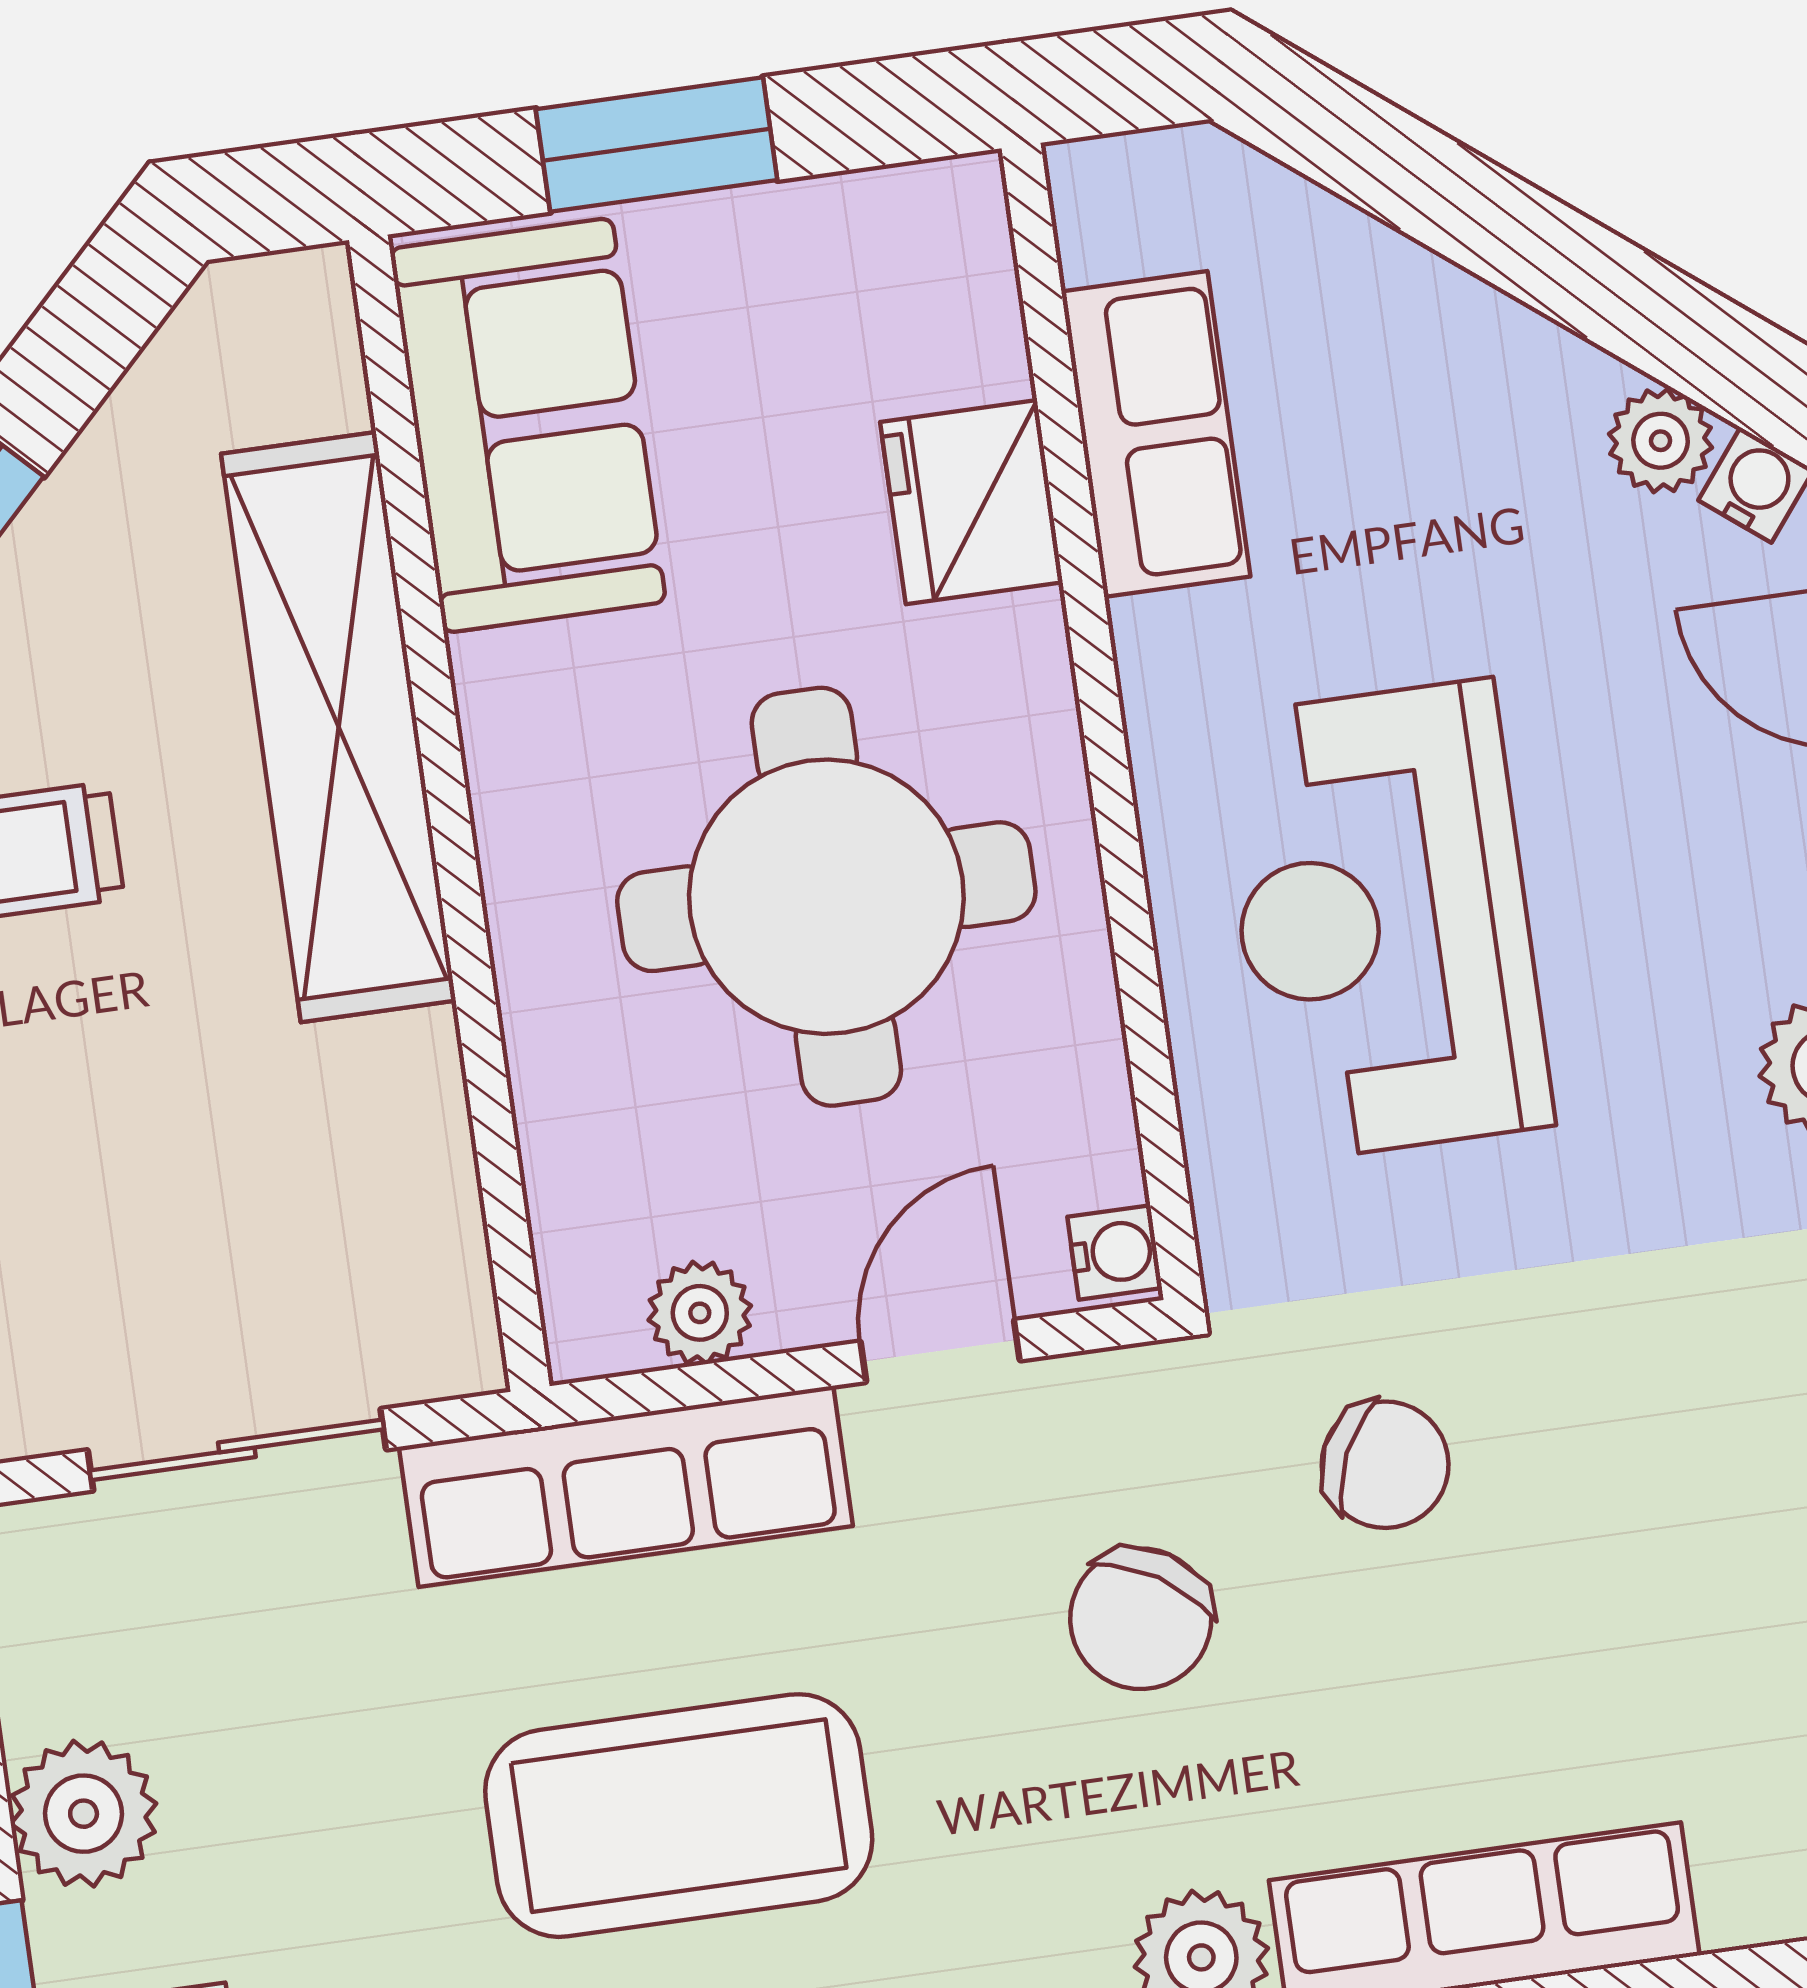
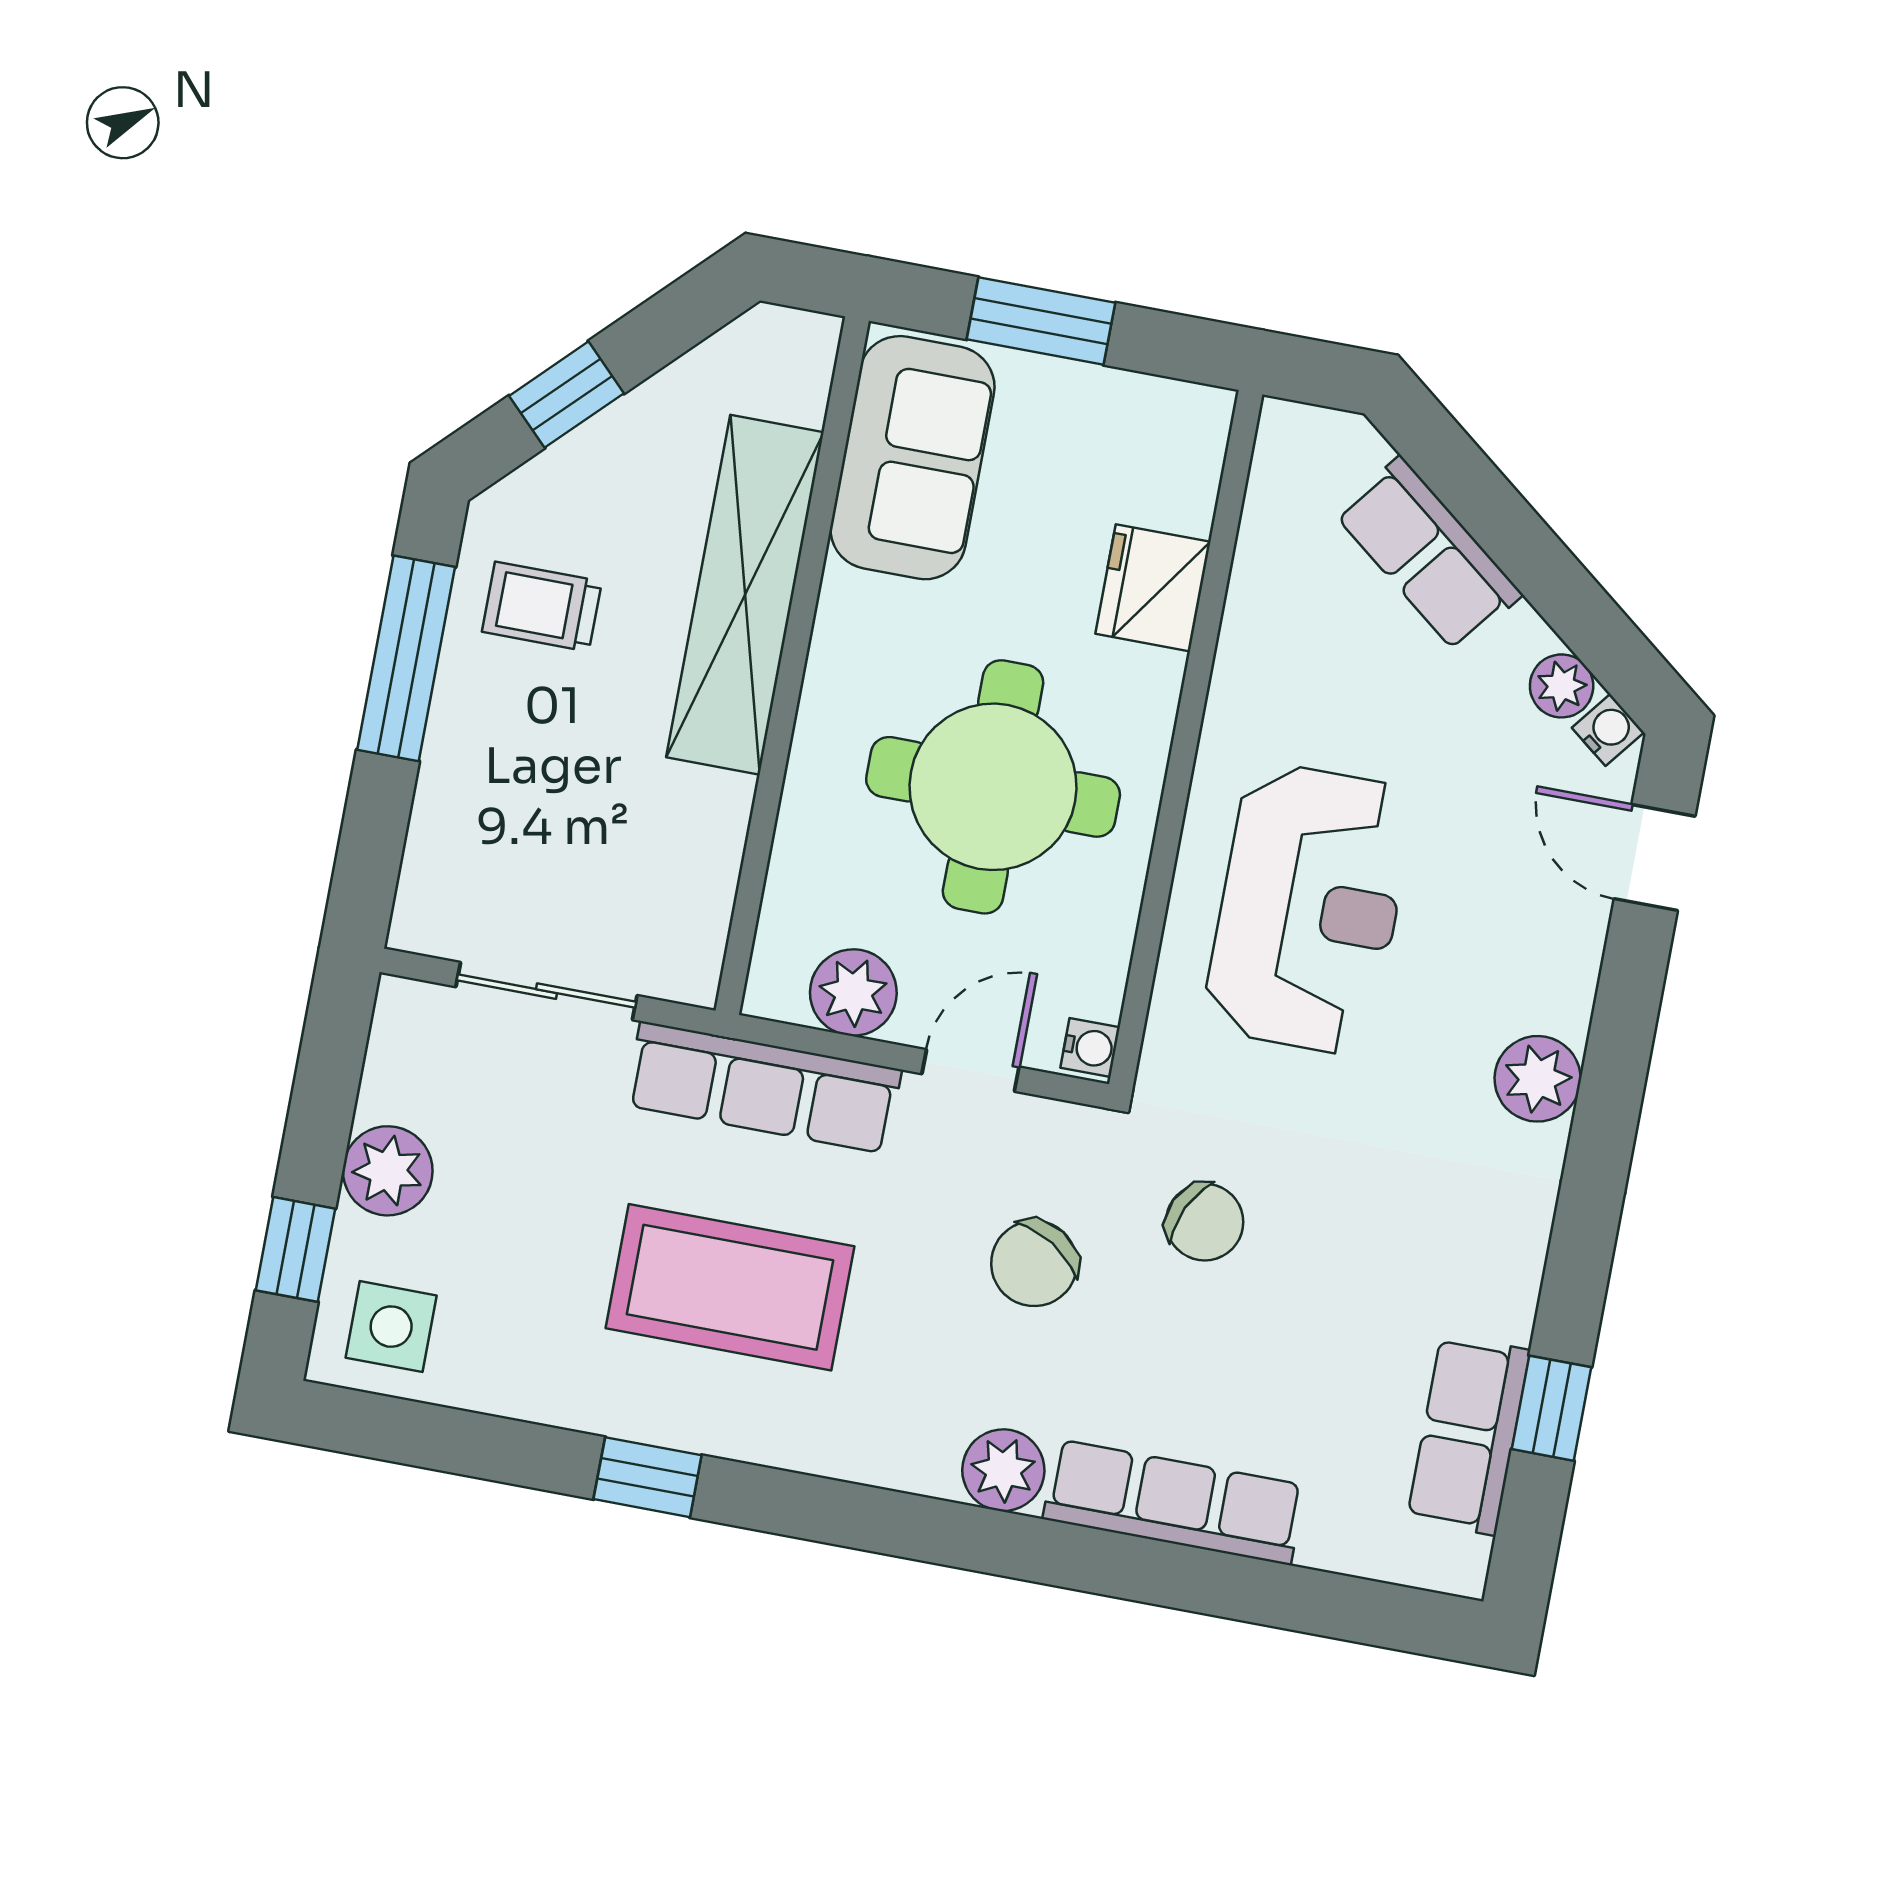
row of seats: (1156, 434) -> (1428, 554), moved, turned 128
reception desk: (1383, 921) -> (1309, 909), turned 180
plant: (700, 1313) -> (853, 992), width x1.38, depth x1.38

